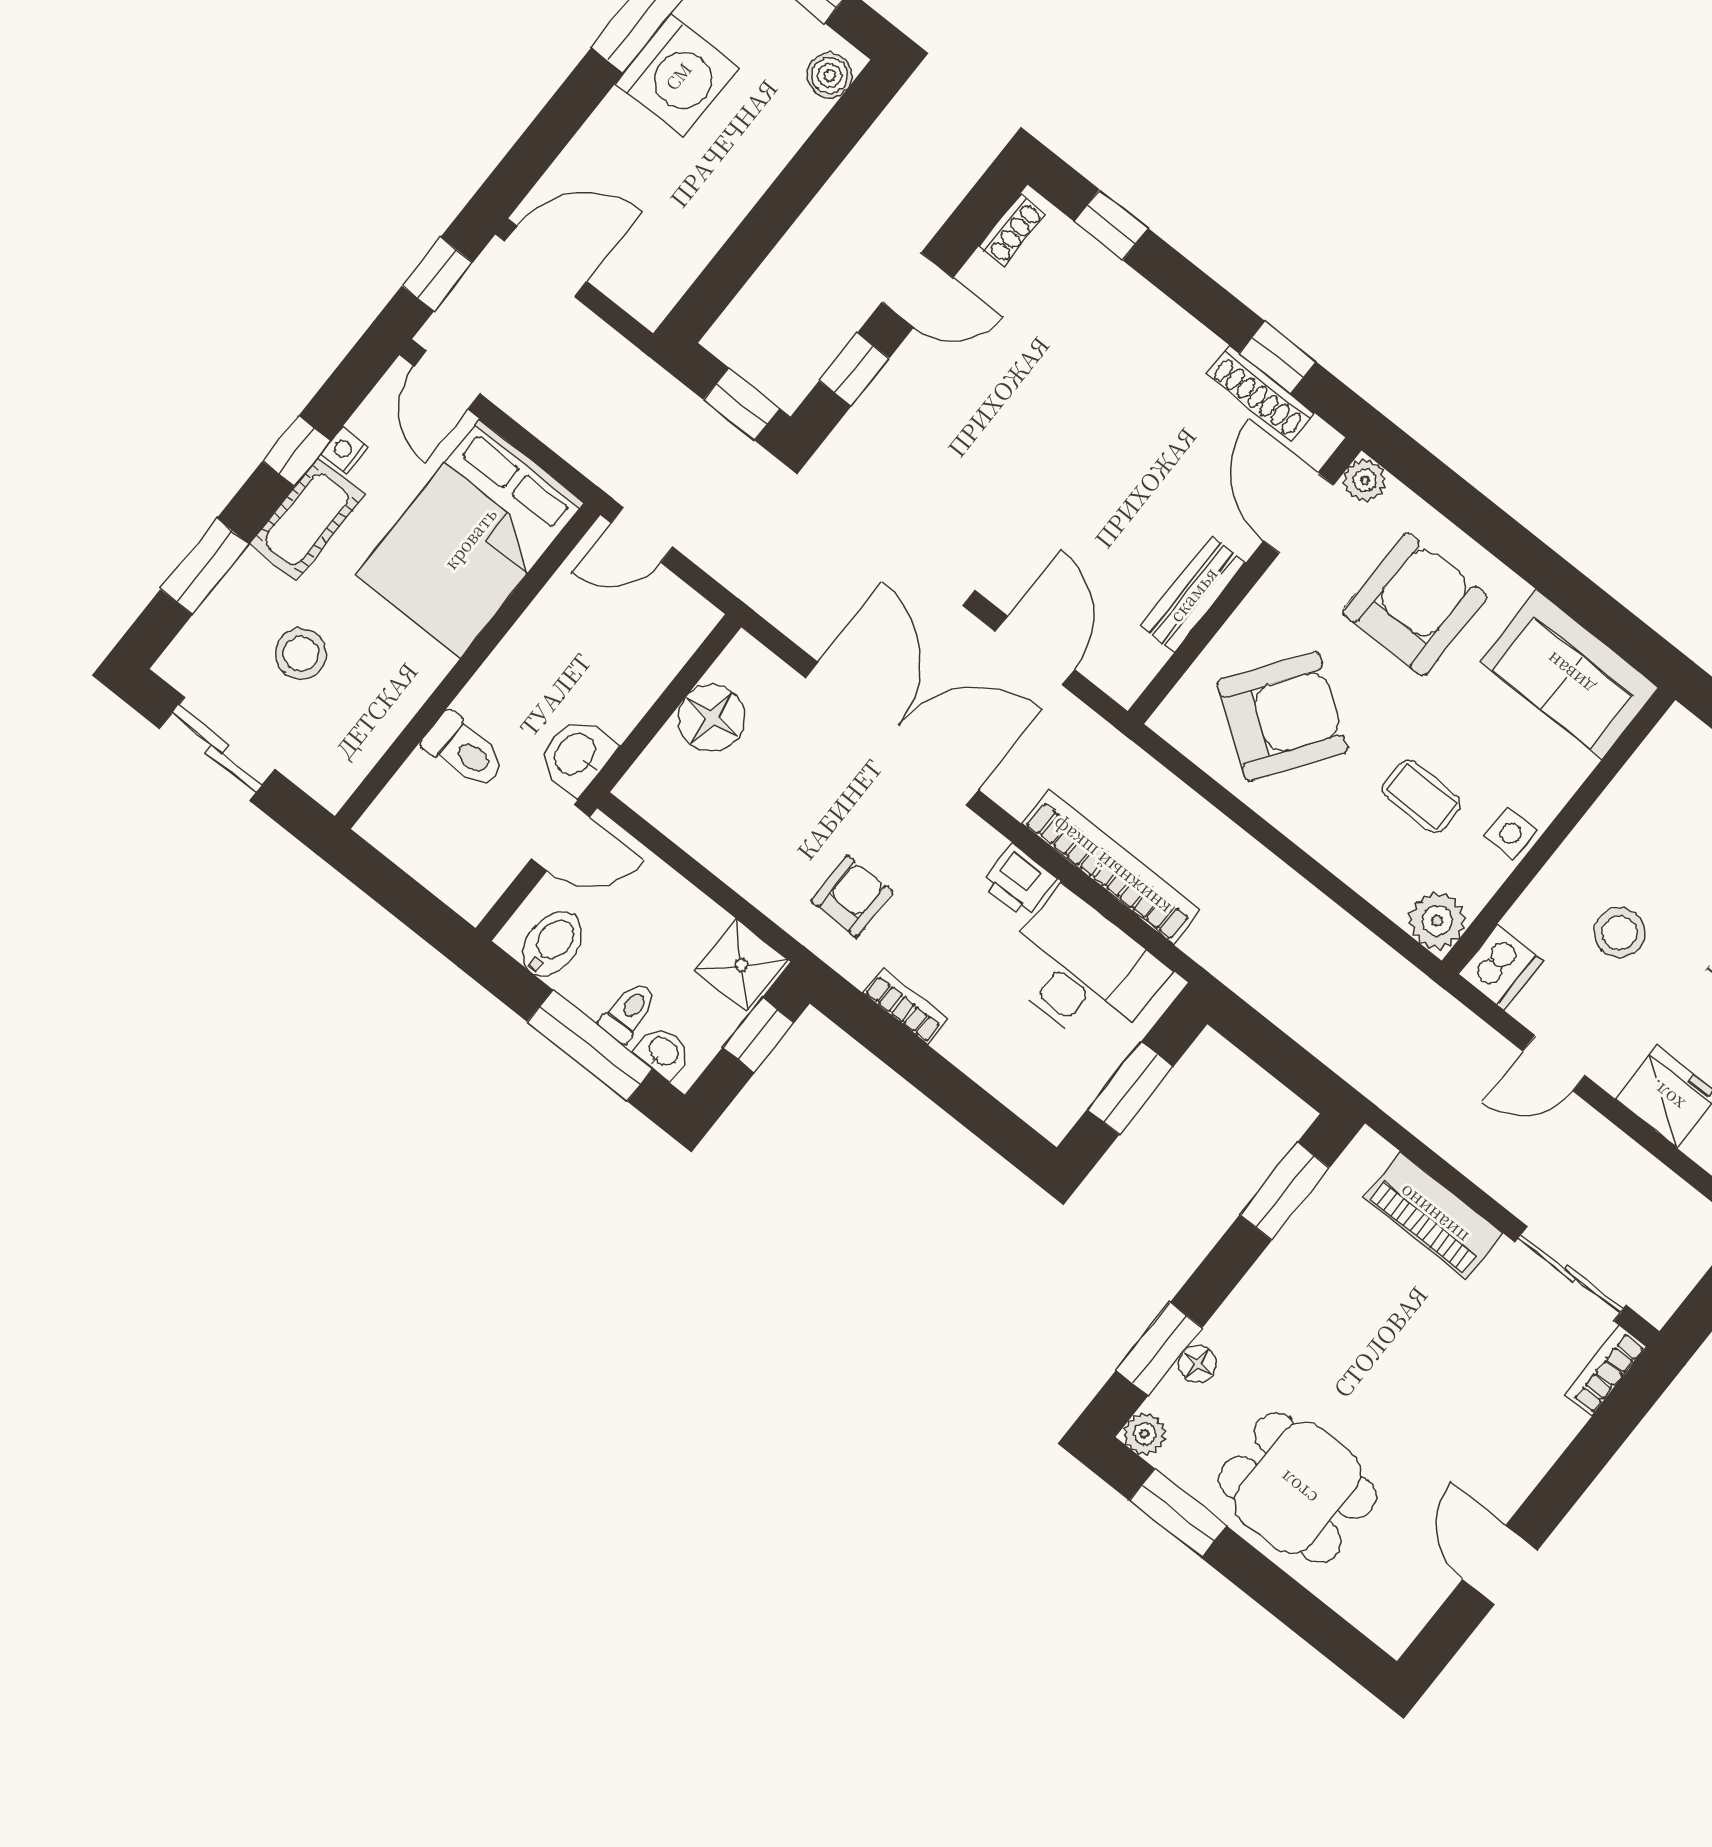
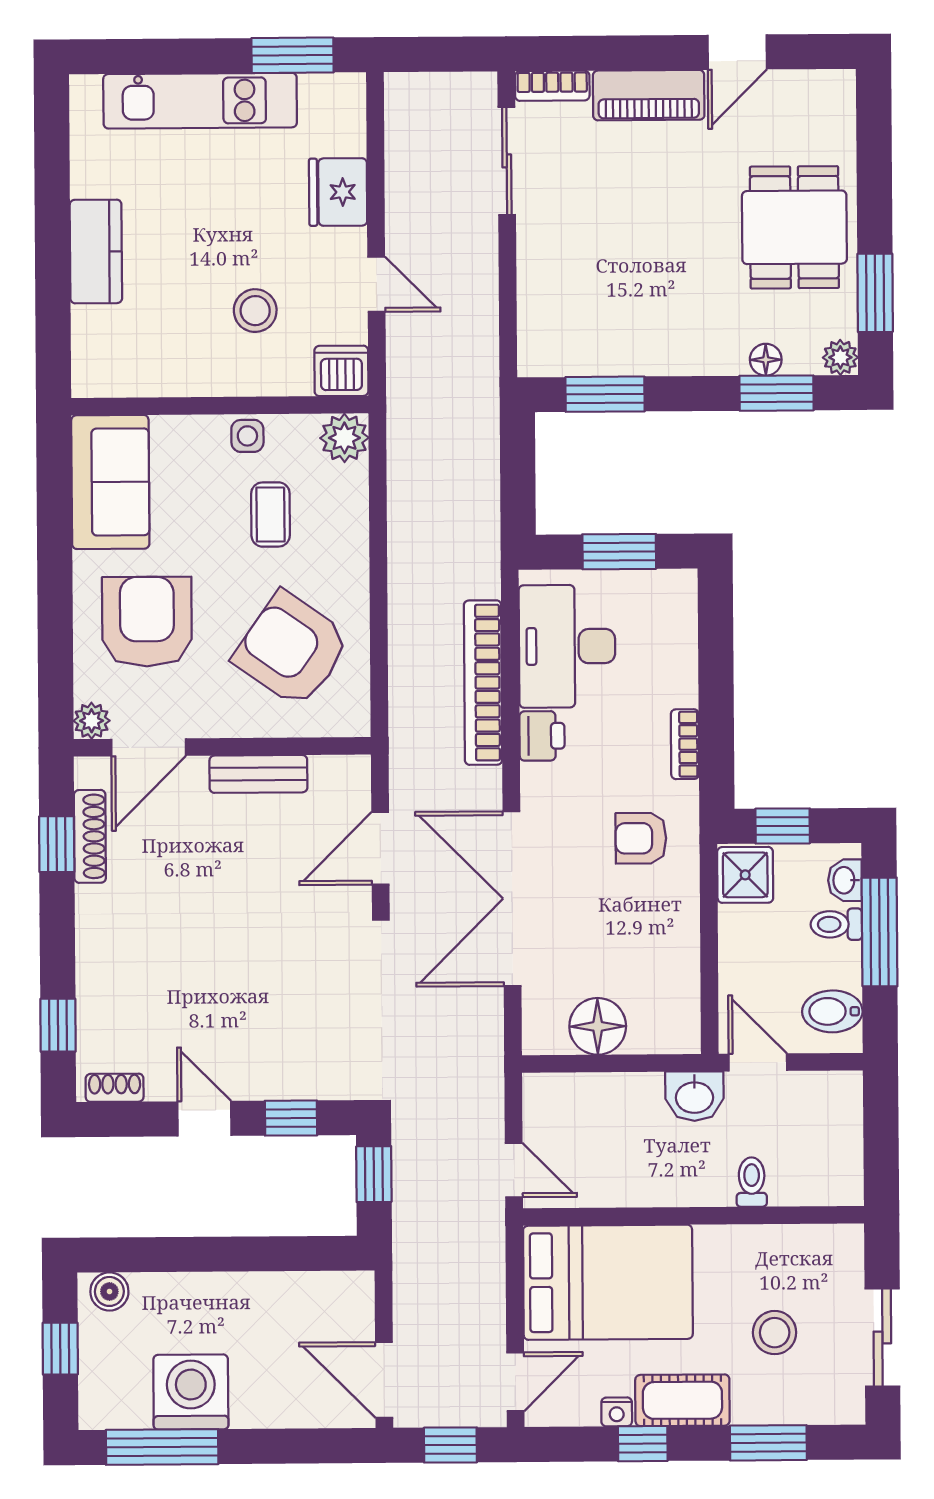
armchair: (1415, 604) -> (147, 622), turned 90
toilet: (464, 751) -> (752, 1182), width x0.73, depth x0.72
piano: (1433, 1215) -> (649, 95), moved, turned 90

